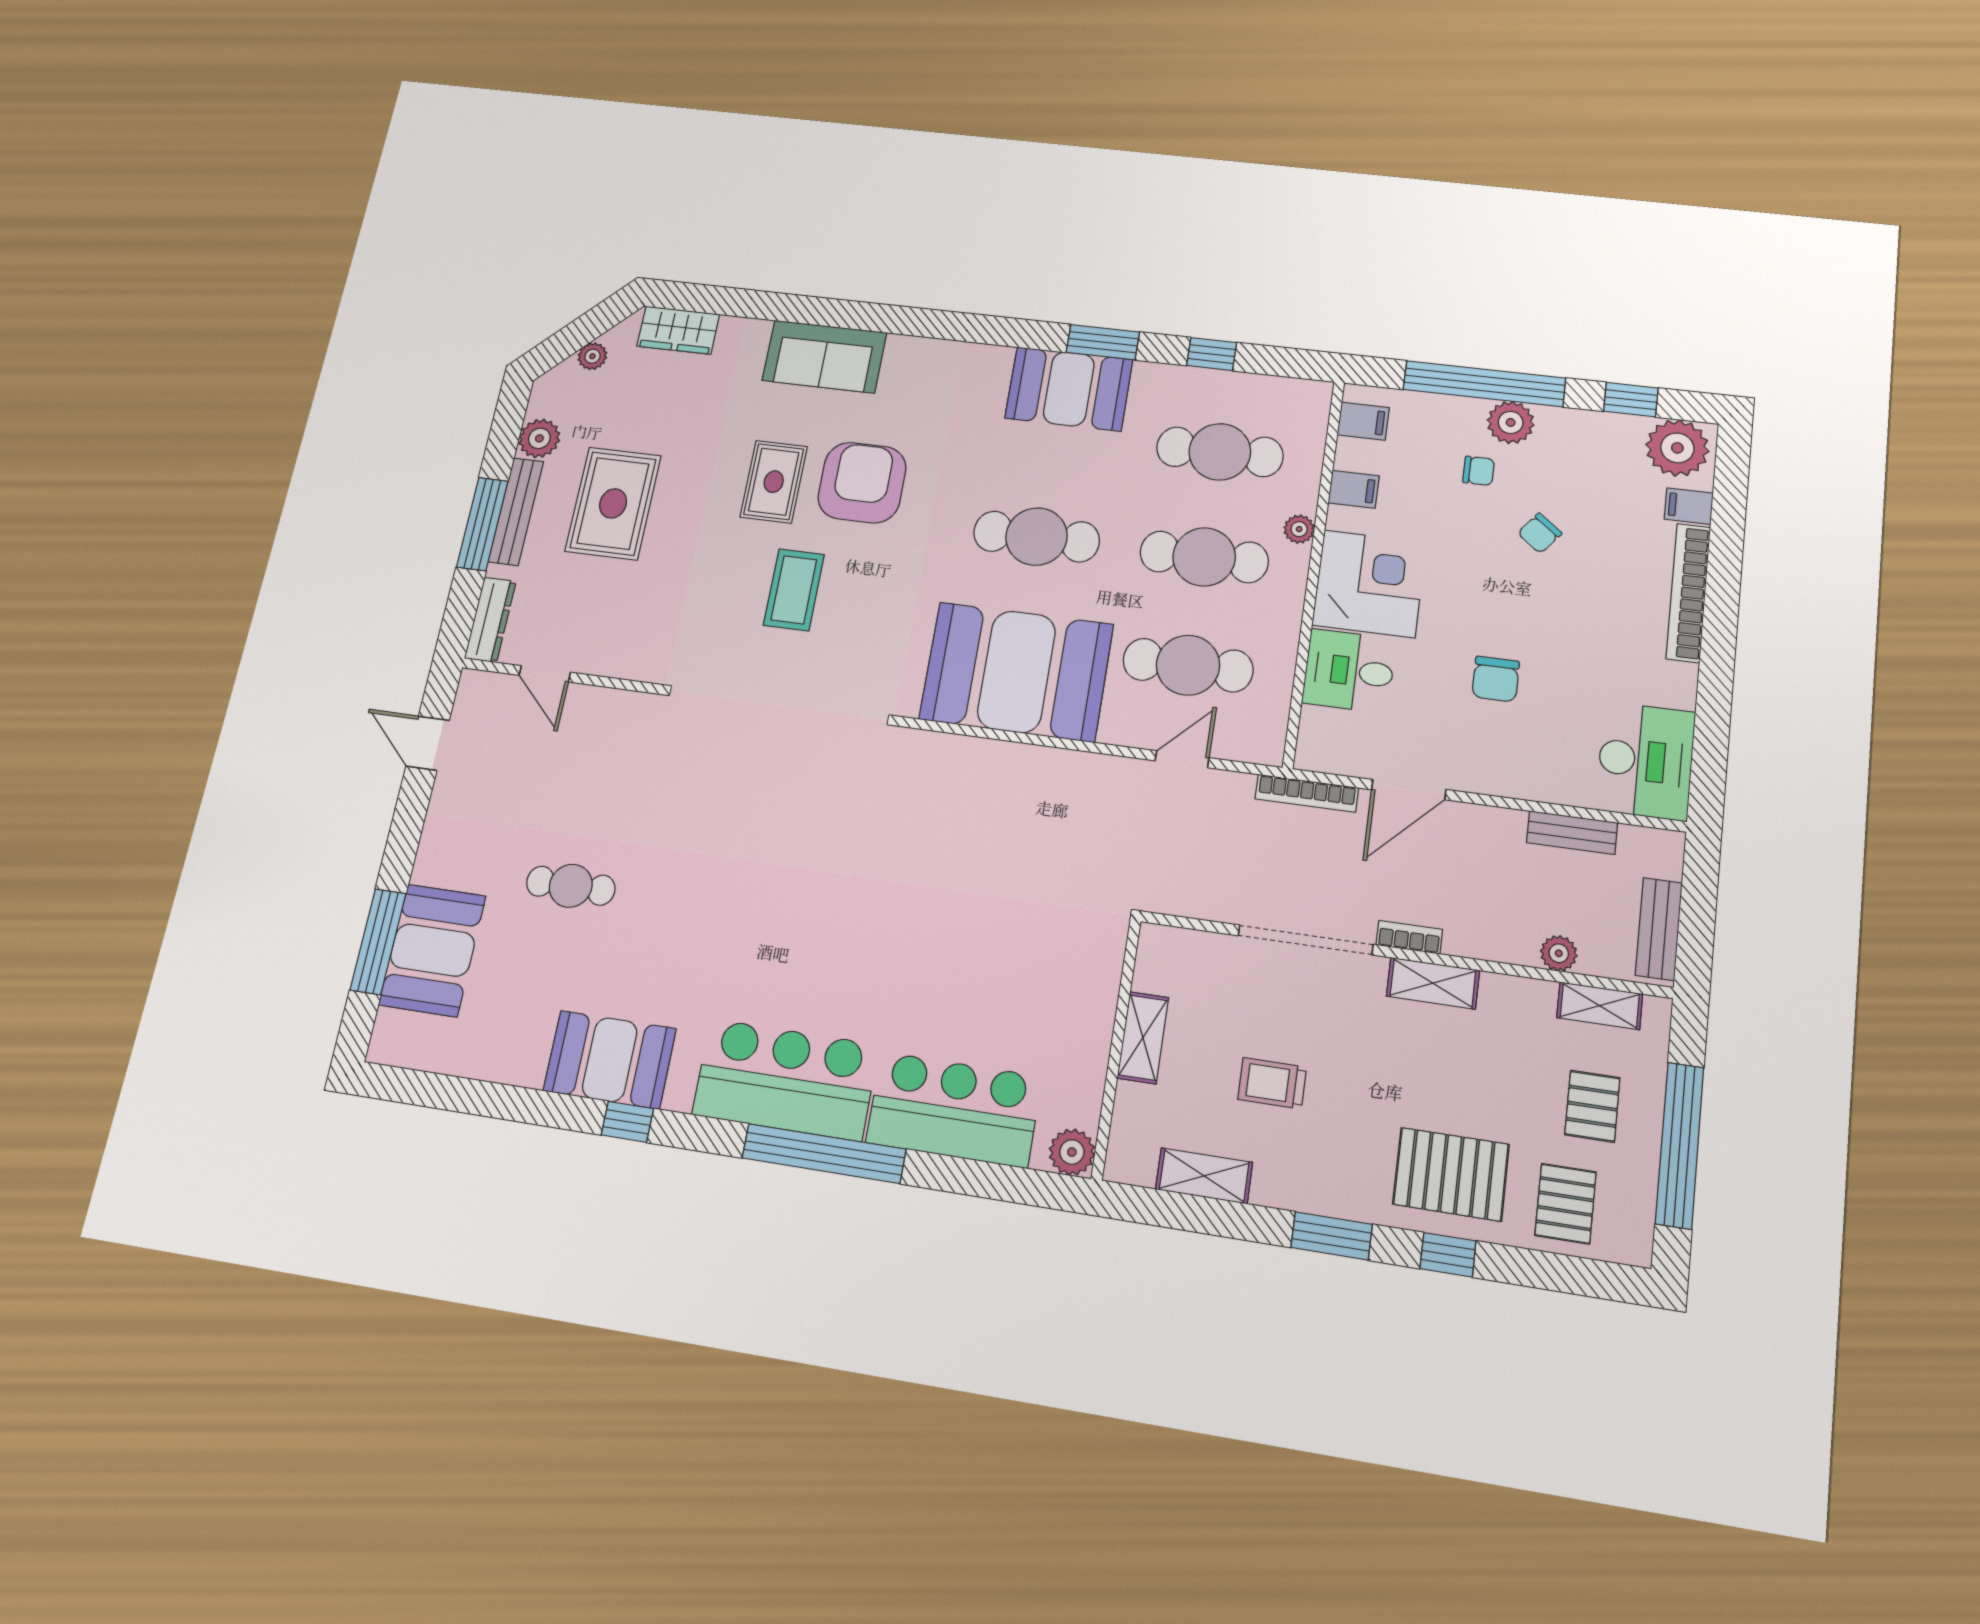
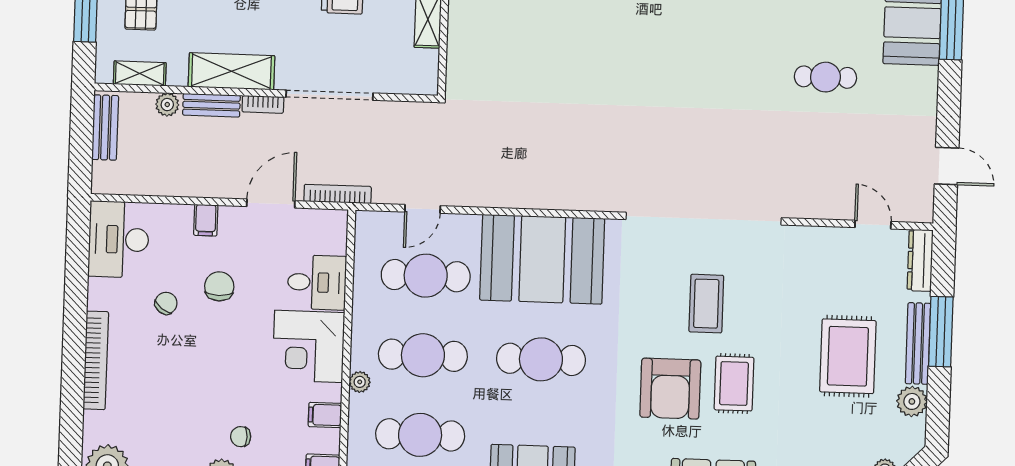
filing cabinet: (1689, 506) -> (206, 220), moved, turned 90
chair: (1540, 533) -> (166, 303), moved
bench: (1572, 833) -> (211, 105), moved
shelving: (1433, 983) -> (231, 71), width x1.50, depth x1.33

